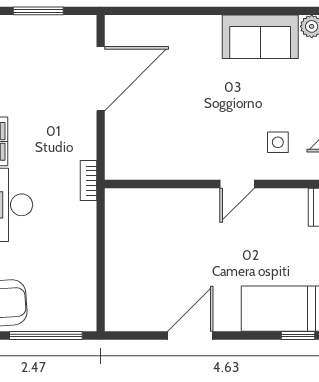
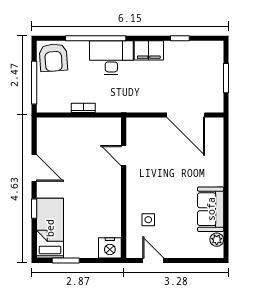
bookcase: (89, 181) -> (83, 108), moved
door: (237, 184) -> (124, 156), moved
window: (298, 336) -> (34, 209), moved

